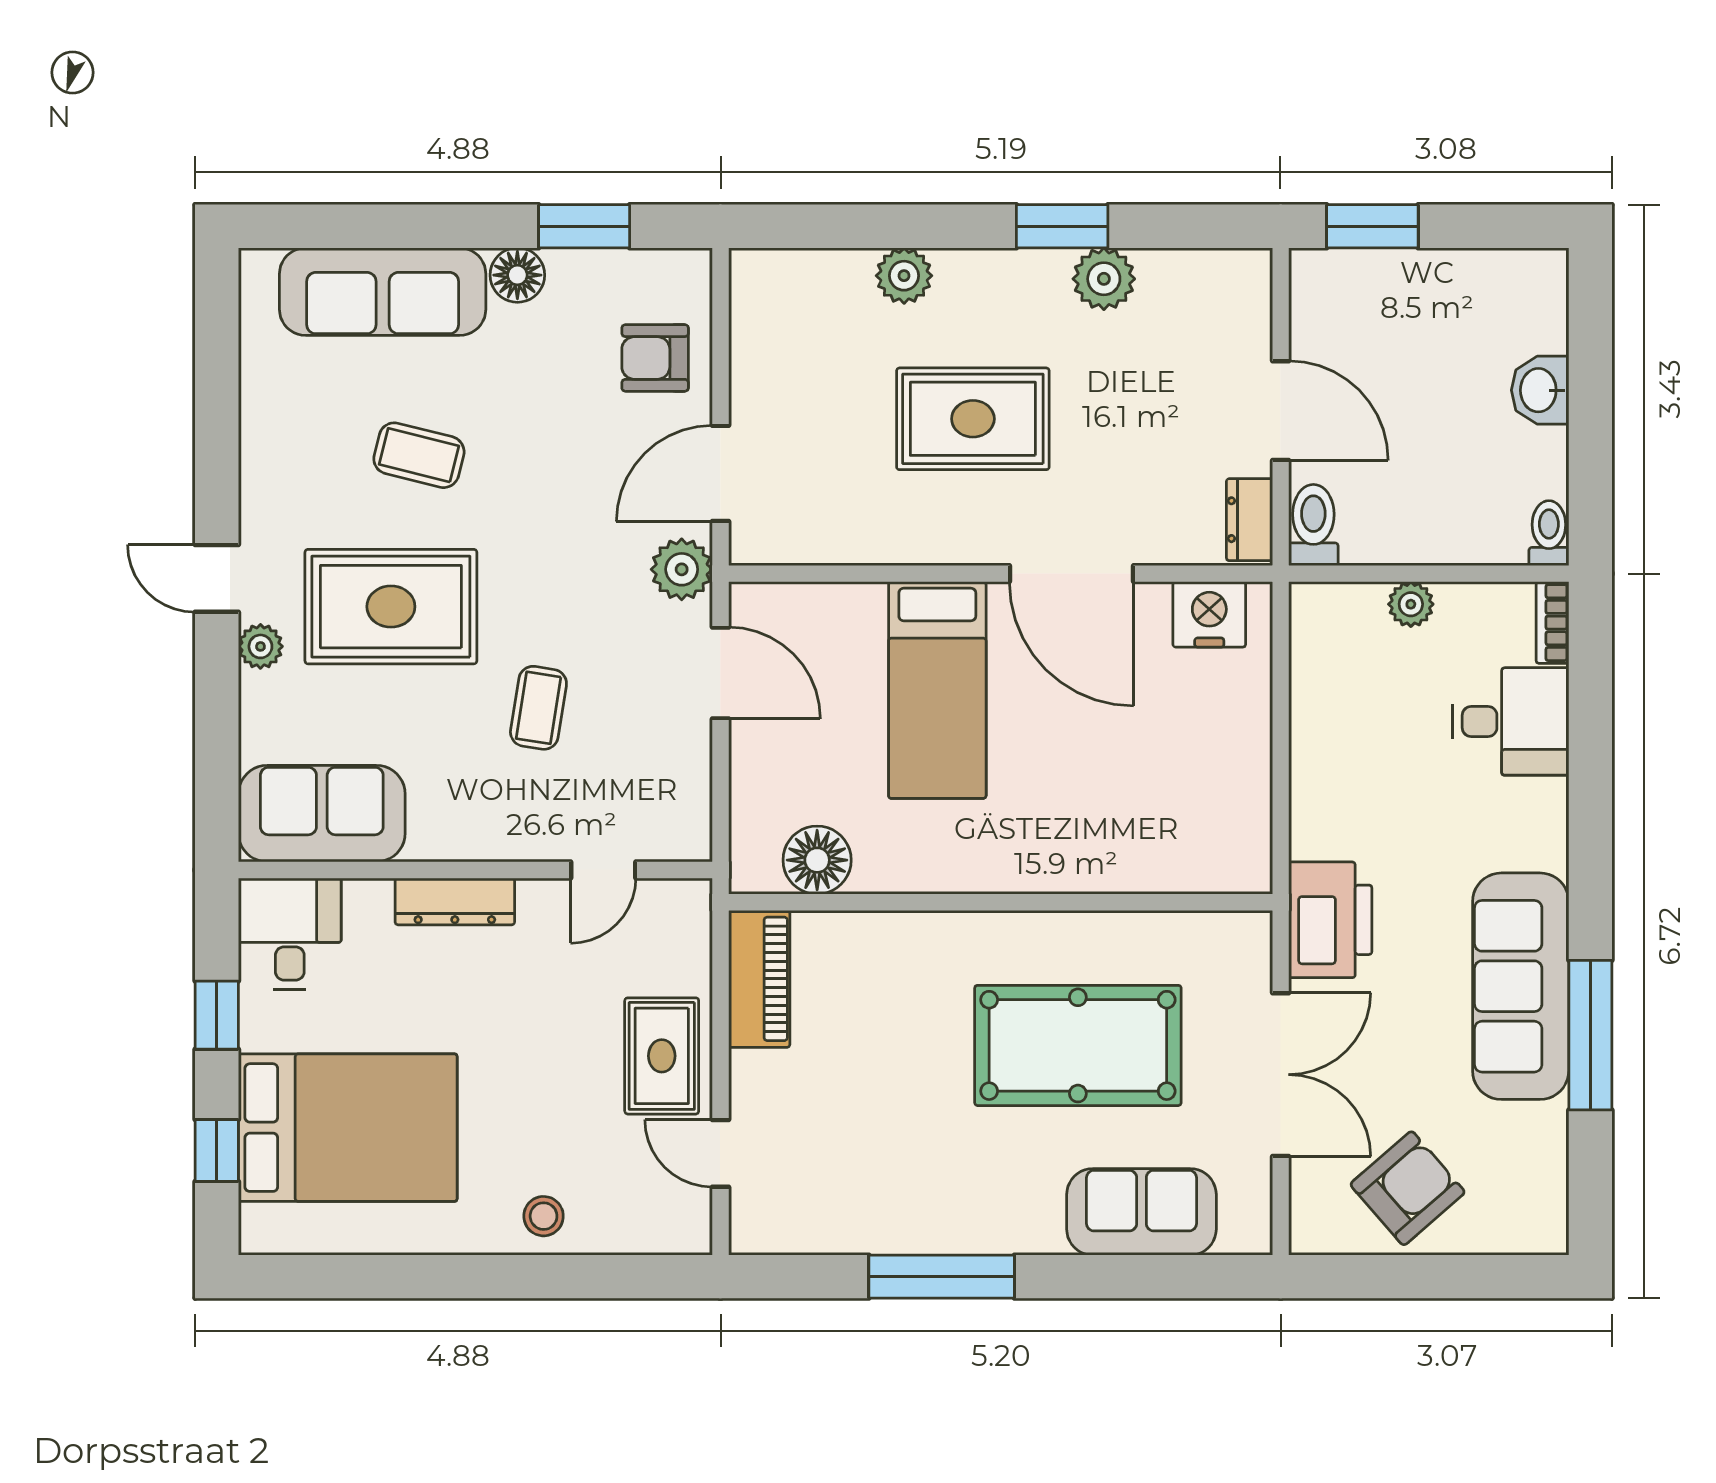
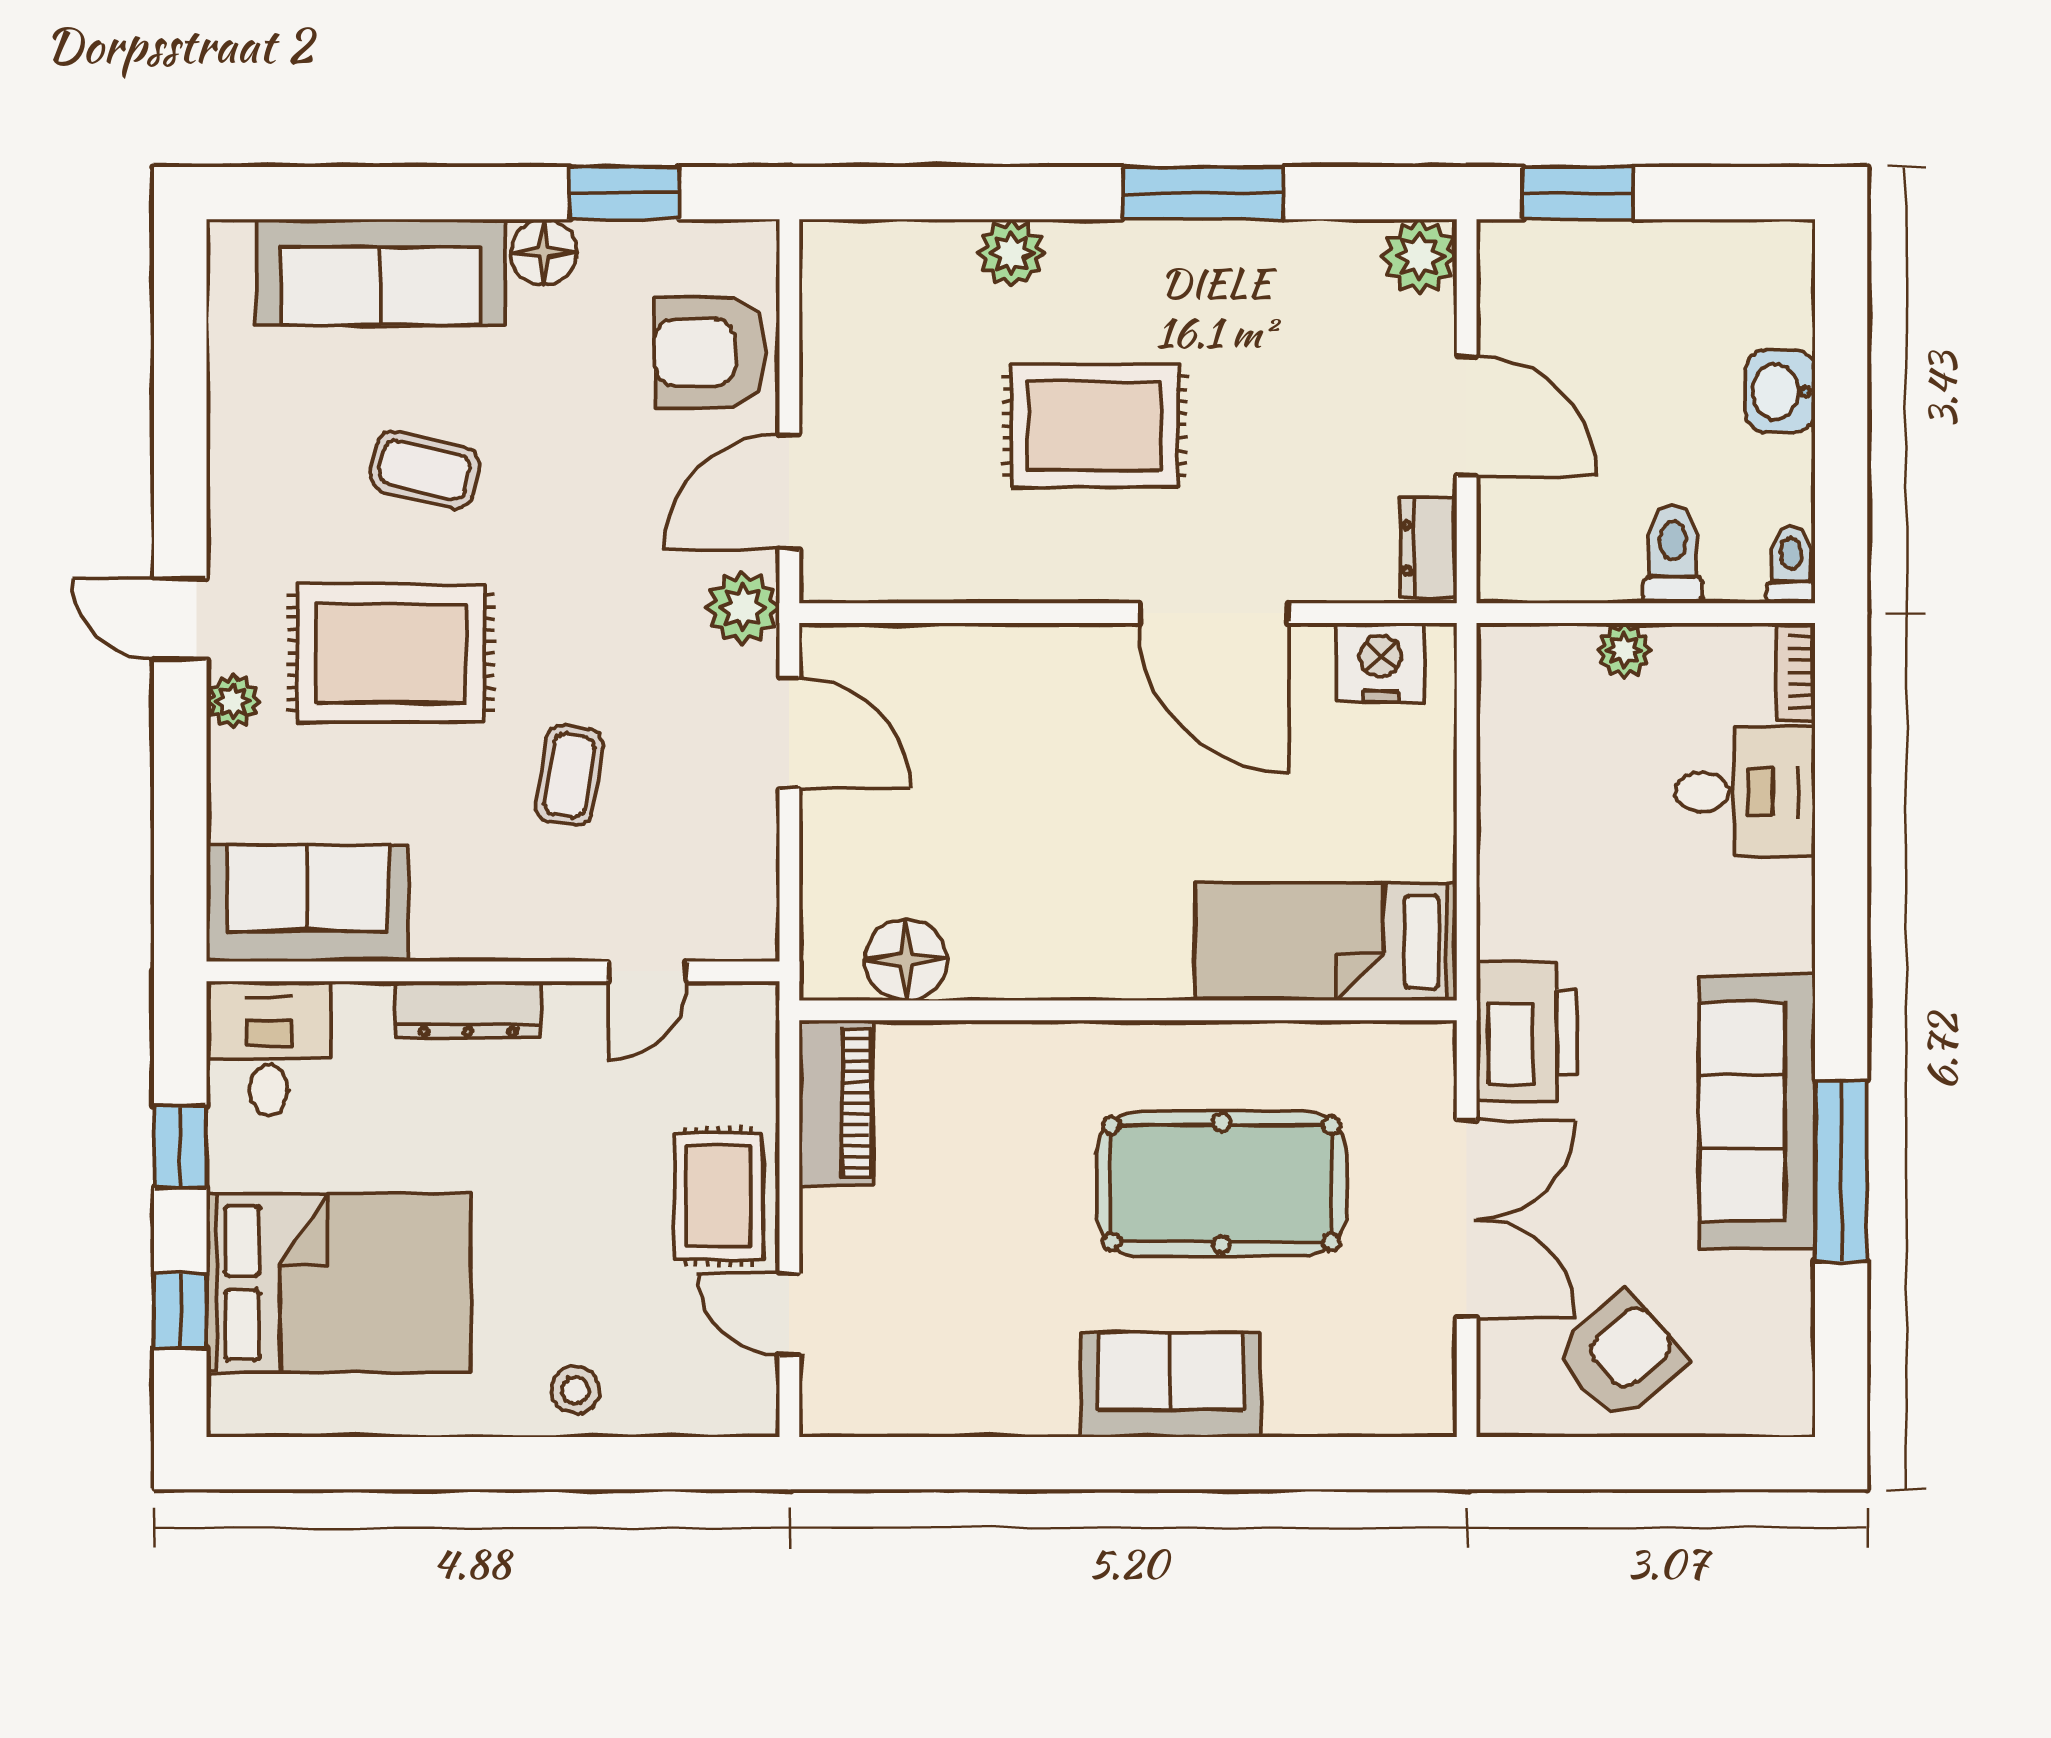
window: (1062, 226) -> (1202, 193), width x1.44
plant: (1104, 279) -> (1419, 257), moved
armchair: (655, 358) -> (710, 352), width x1.38, depth x1.38
toilet: (1313, 525) -> (1673, 554), moved
bed: (937, 690) -> (1326, 942), moved, turned 90
sofa: (1141, 1212) -> (1171, 1385), moved
window: (942, 1277) -> (1057, 1463), removed

